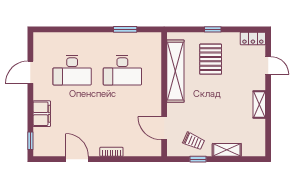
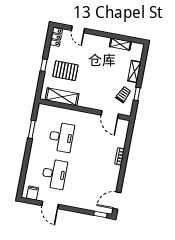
door: (268, 65) -> (78, 29), swing flipped
shelving: (175, 71) -> (62, 97), width x0.68
shelving: (259, 104) -> (120, 44), moved
filing cabinet: (42, 114) -> (32, 193), moved, width x0.50
door: (164, 128) -> (110, 114), hinge flipped
door: (77, 159) -> (117, 201), moved

